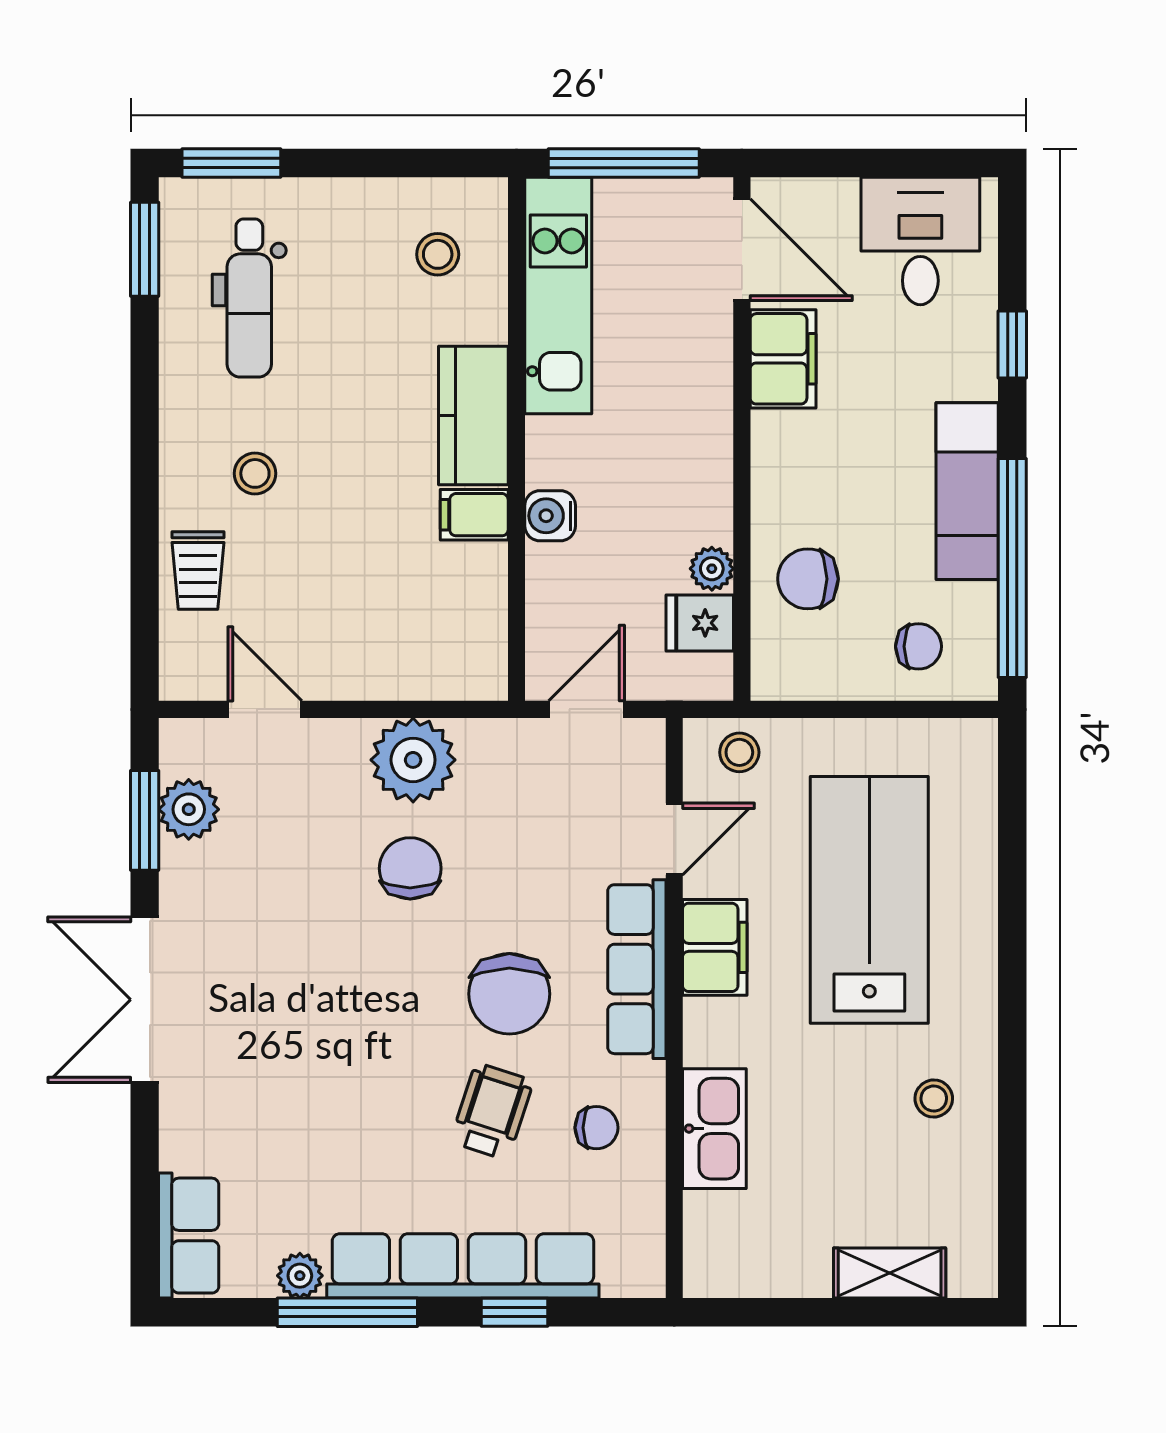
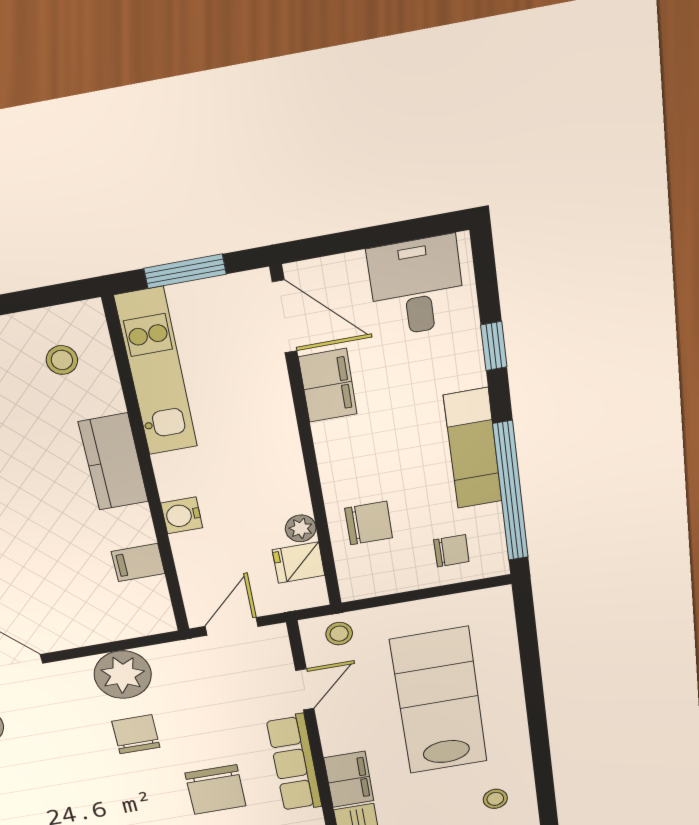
window: (624, 163) -> (185, 271), width x0.69
filing cabinet: (474, 515) -> (138, 563), moved
chair: (808, 579) -> (369, 523), turned 180
filing cabinet: (715, 947) -> (349, 779), moved

